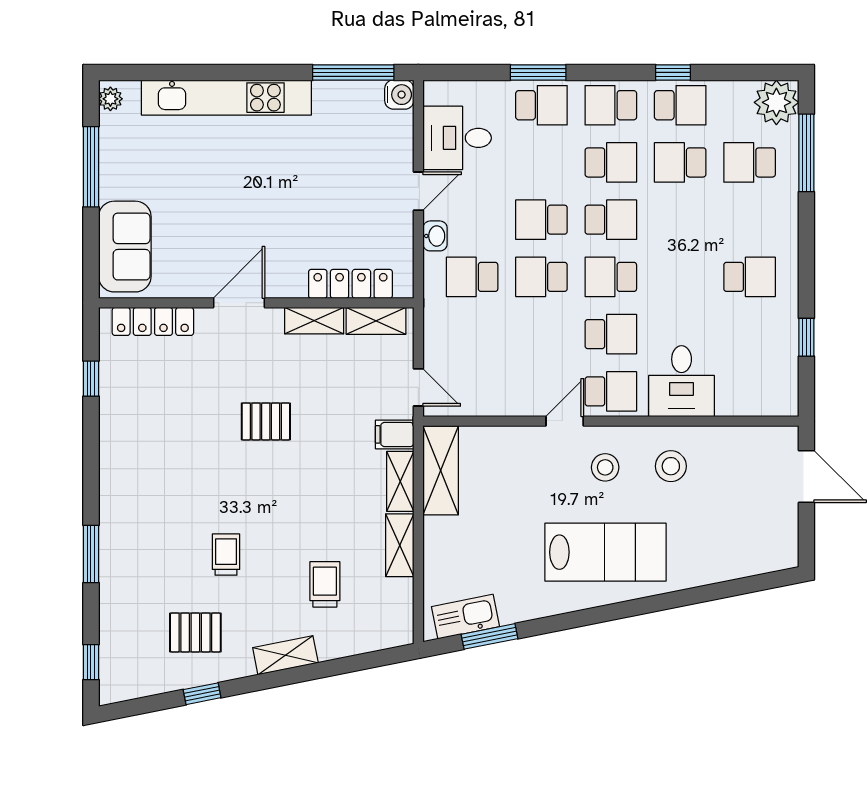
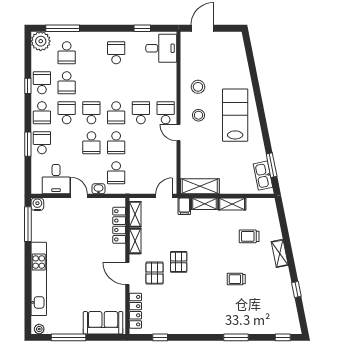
desk: (682, 381) -> (161, 48), moved
pallet: (195, 632) -> (155, 273), moved

